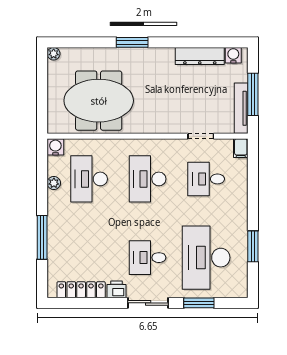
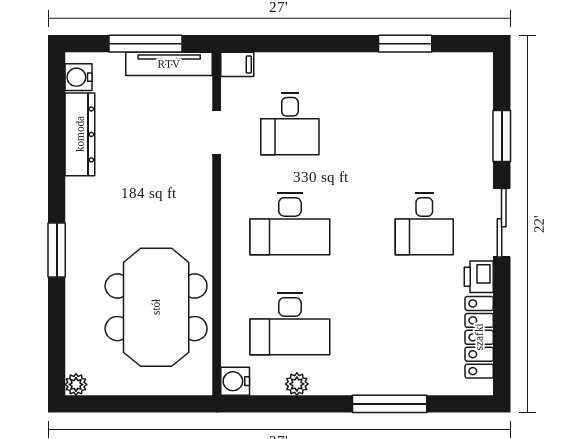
desk: (206, 258) -> (424, 124), removed

